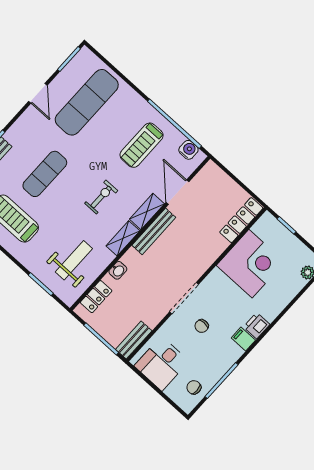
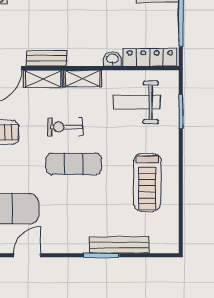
exercise mat: (45, 174) -> (74, 164), moved
bench: (154, 231) -> (47, 58), width x0.73
locker: (96, 297) -> (150, 57), width x1.53

